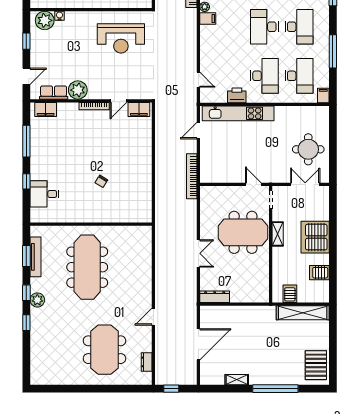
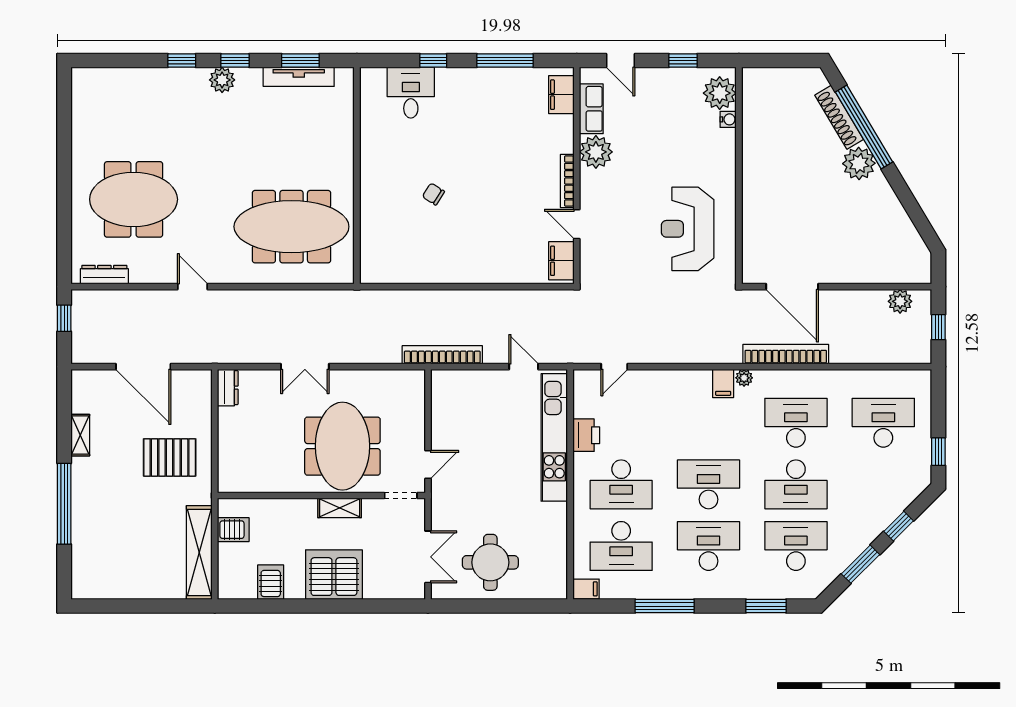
desk: (299, 27) -> (709, 546), turned 180
meeting table: (87, 267) -> (291, 227), moved
dresser: (215, 297) -> (228, 388), width x0.70
dresser: (147, 362) -> (104, 275), width x1.44
pallet: (316, 365) -> (170, 457), moved

